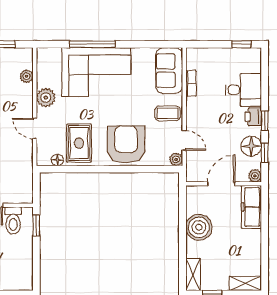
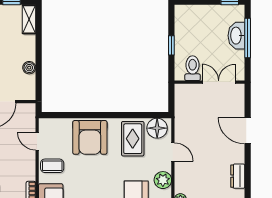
plant: (176, 159) -> (44, 124), removed
floor lamp: (57, 160) -> (157, 128), width x1.89, depth x1.89
window: (36, 225) -> (171, 45), moved
boiler: (199, 227) -> (29, 68), width x0.54, depth x0.54

